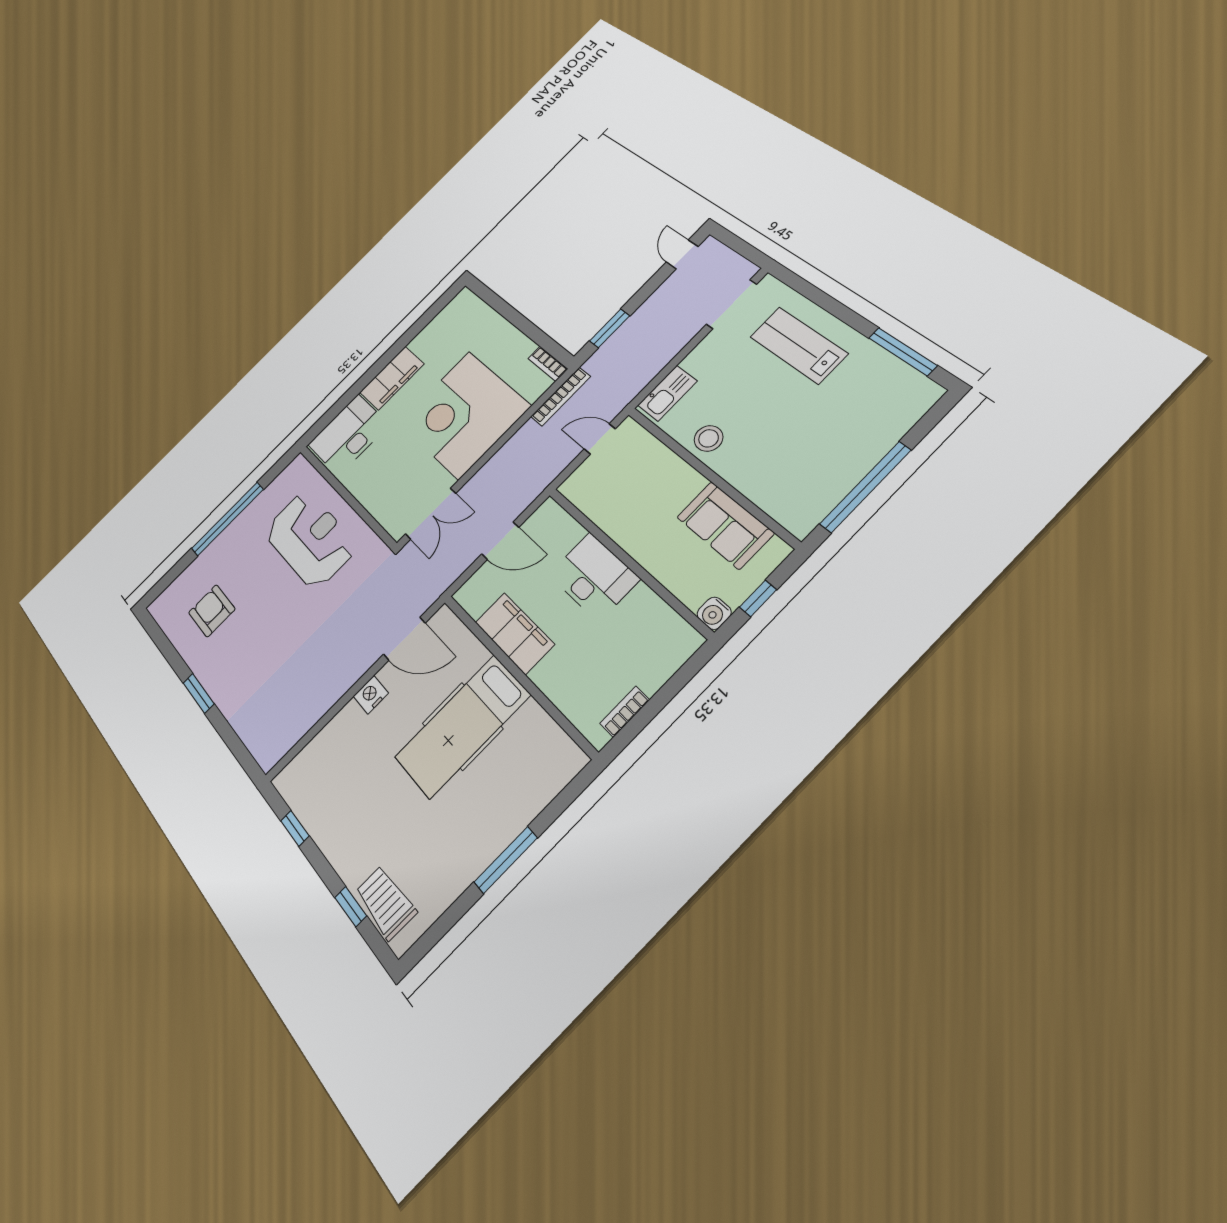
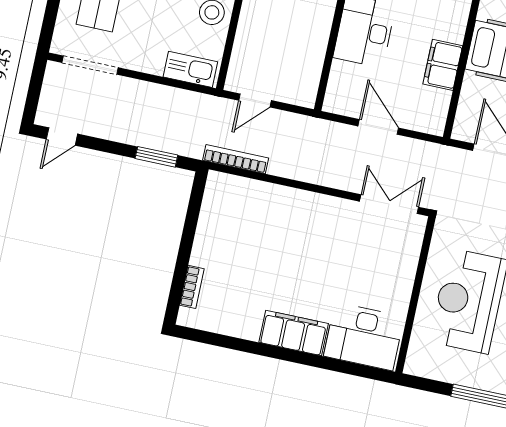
bookcase: (548, 364) -> (192, 287), moved
corner desk: (464, 415) -> (292, 237), removed
door: (600, 439) -> (255, 100), hinge flipped
filing cabinet: (515, 633) -> (443, 65), width x0.67, depth x0.86

